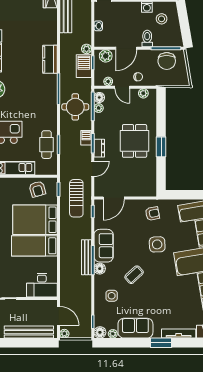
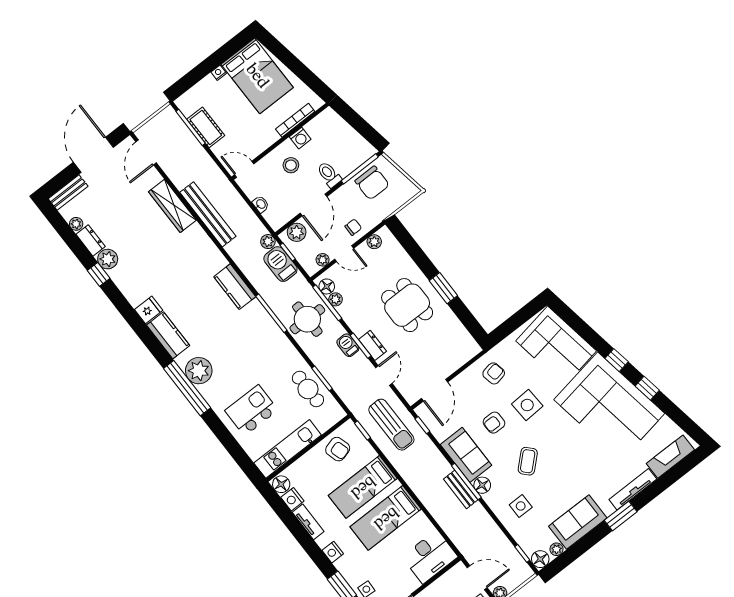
stool: (162, 19) -> (291, 165), moved
bed: (35, 220) -> (363, 487), width x0.67
armchair: (132, 240) -> (494, 423), added
bench: (86, 257) -> (461, 489), width x0.73

